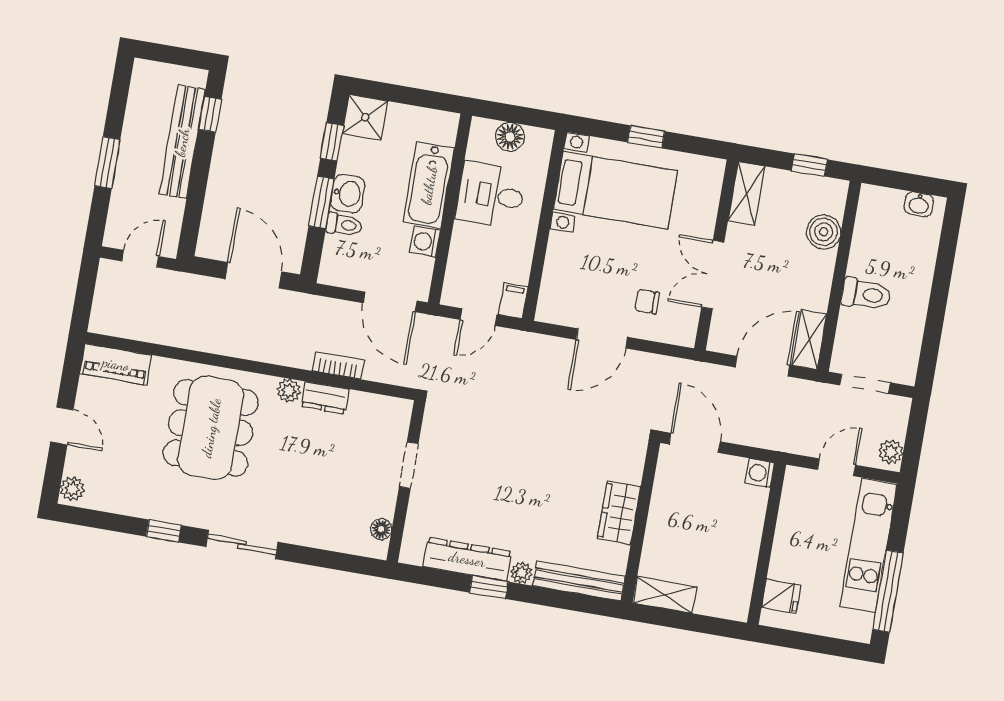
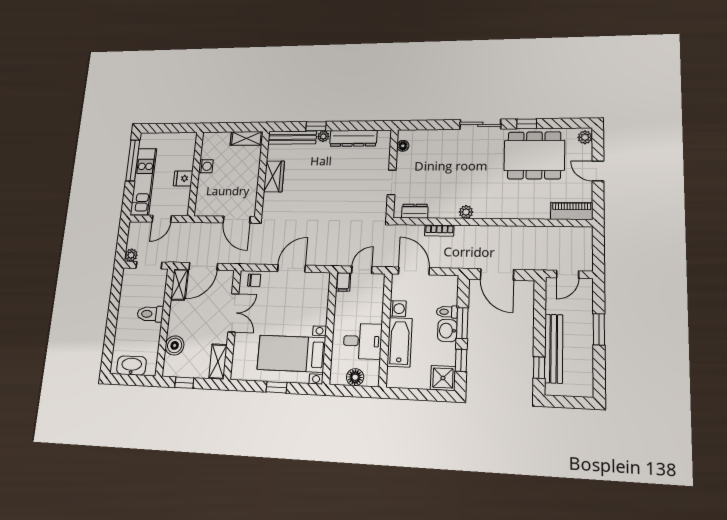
washbasin: (919, 204) -> (131, 366), width x1.91, depth x1.45
chair: (647, 302) -> (254, 280), moved
dresser: (325, 398) -> (415, 211), moved
dining table: (211, 428) -> (534, 155), moved, turned 90
plant: (891, 452) -> (131, 255), moved
washing machine: (760, 473) -> (206, 166), moved
window: (489, 587) -> (316, 126), moved
fridge: (781, 596) -> (183, 178), moved

